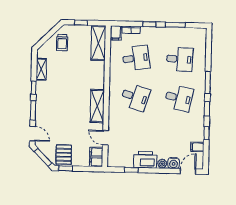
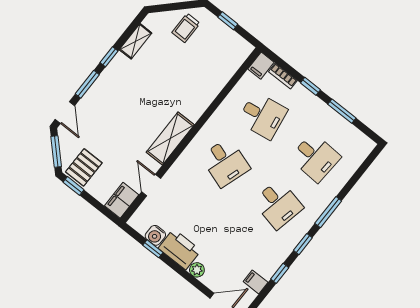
shelving: (98, 43) -> (230, 62), removed
water cooler: (174, 163) -> (155, 235), moved

